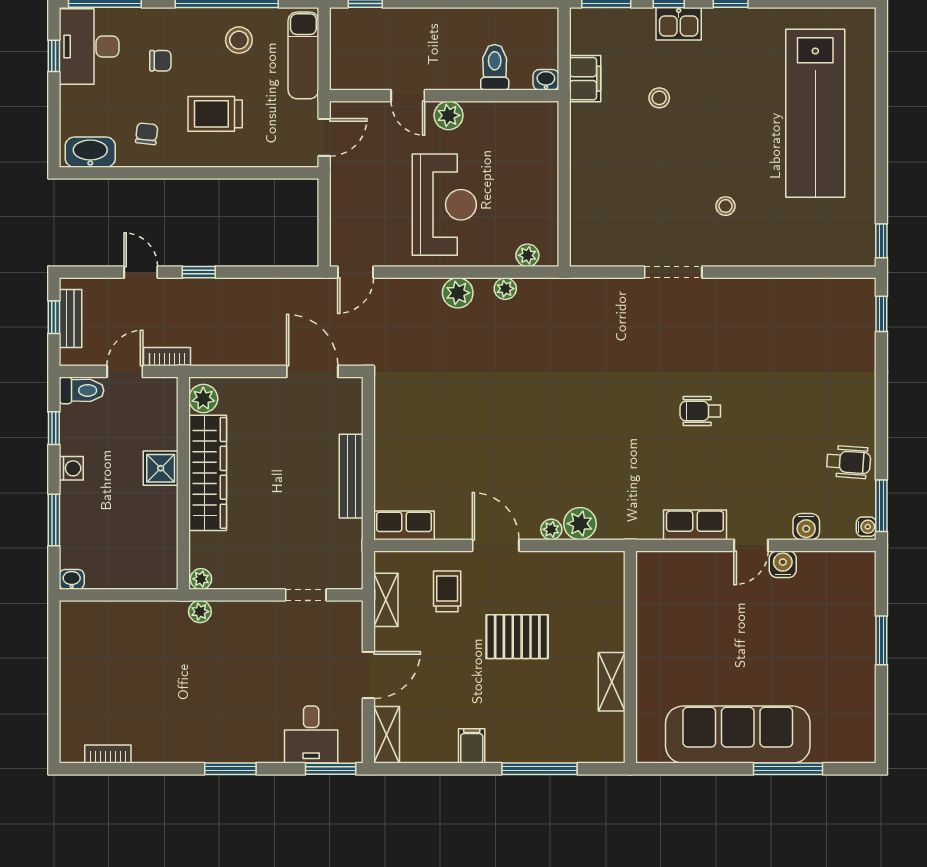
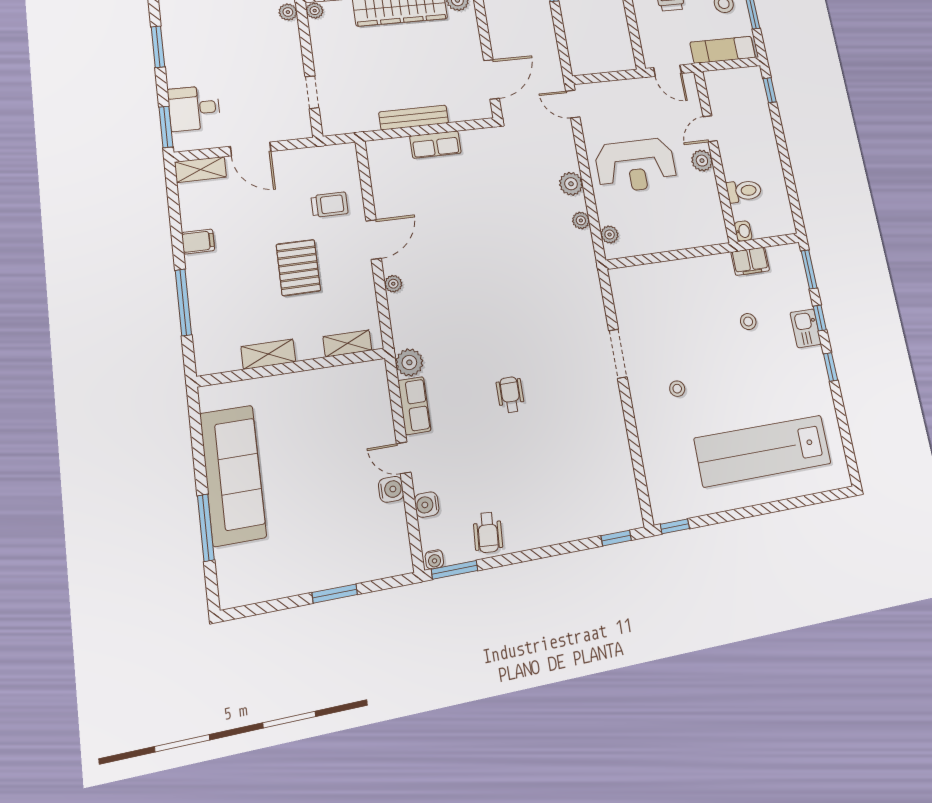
plant: (580, 524) -> (409, 362), moved
row of seats: (404, 525) -> (436, 145), moved, turned 90
shelving: (386, 600) -> (347, 343), moved

